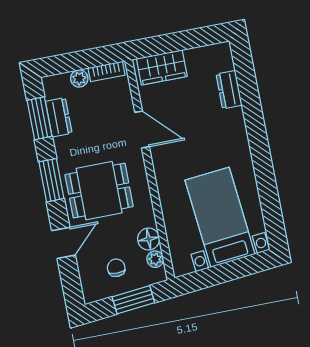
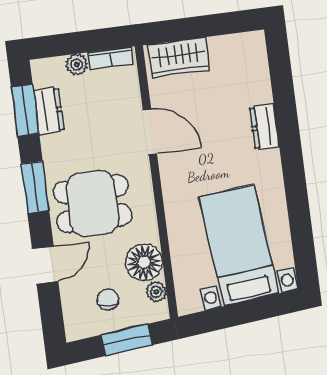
dresser: (229, 90) -> (264, 127), moved
floor lamp: (149, 239) -> (144, 262), width x1.38, depth x1.38

